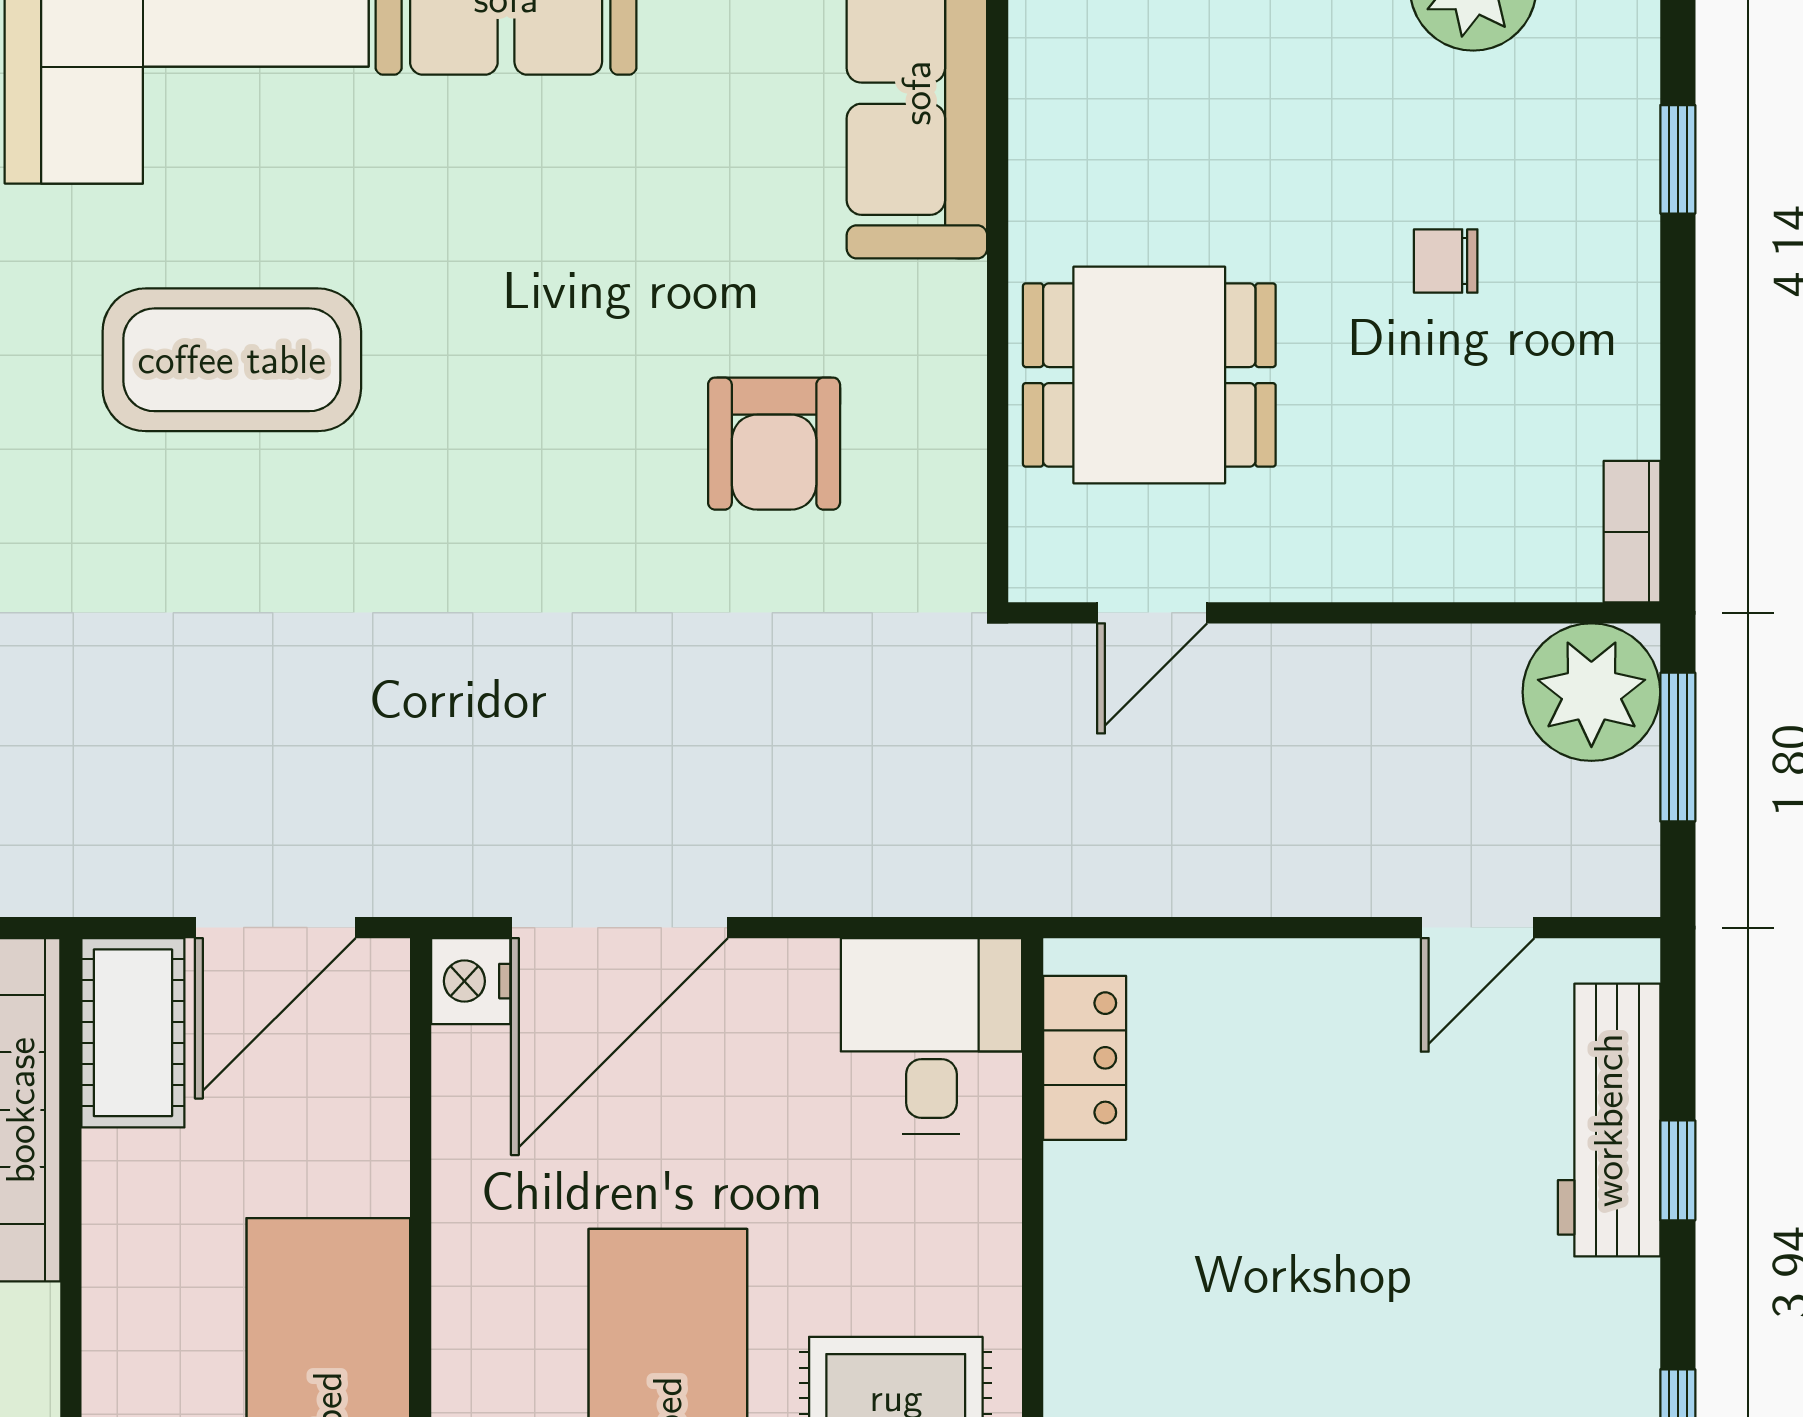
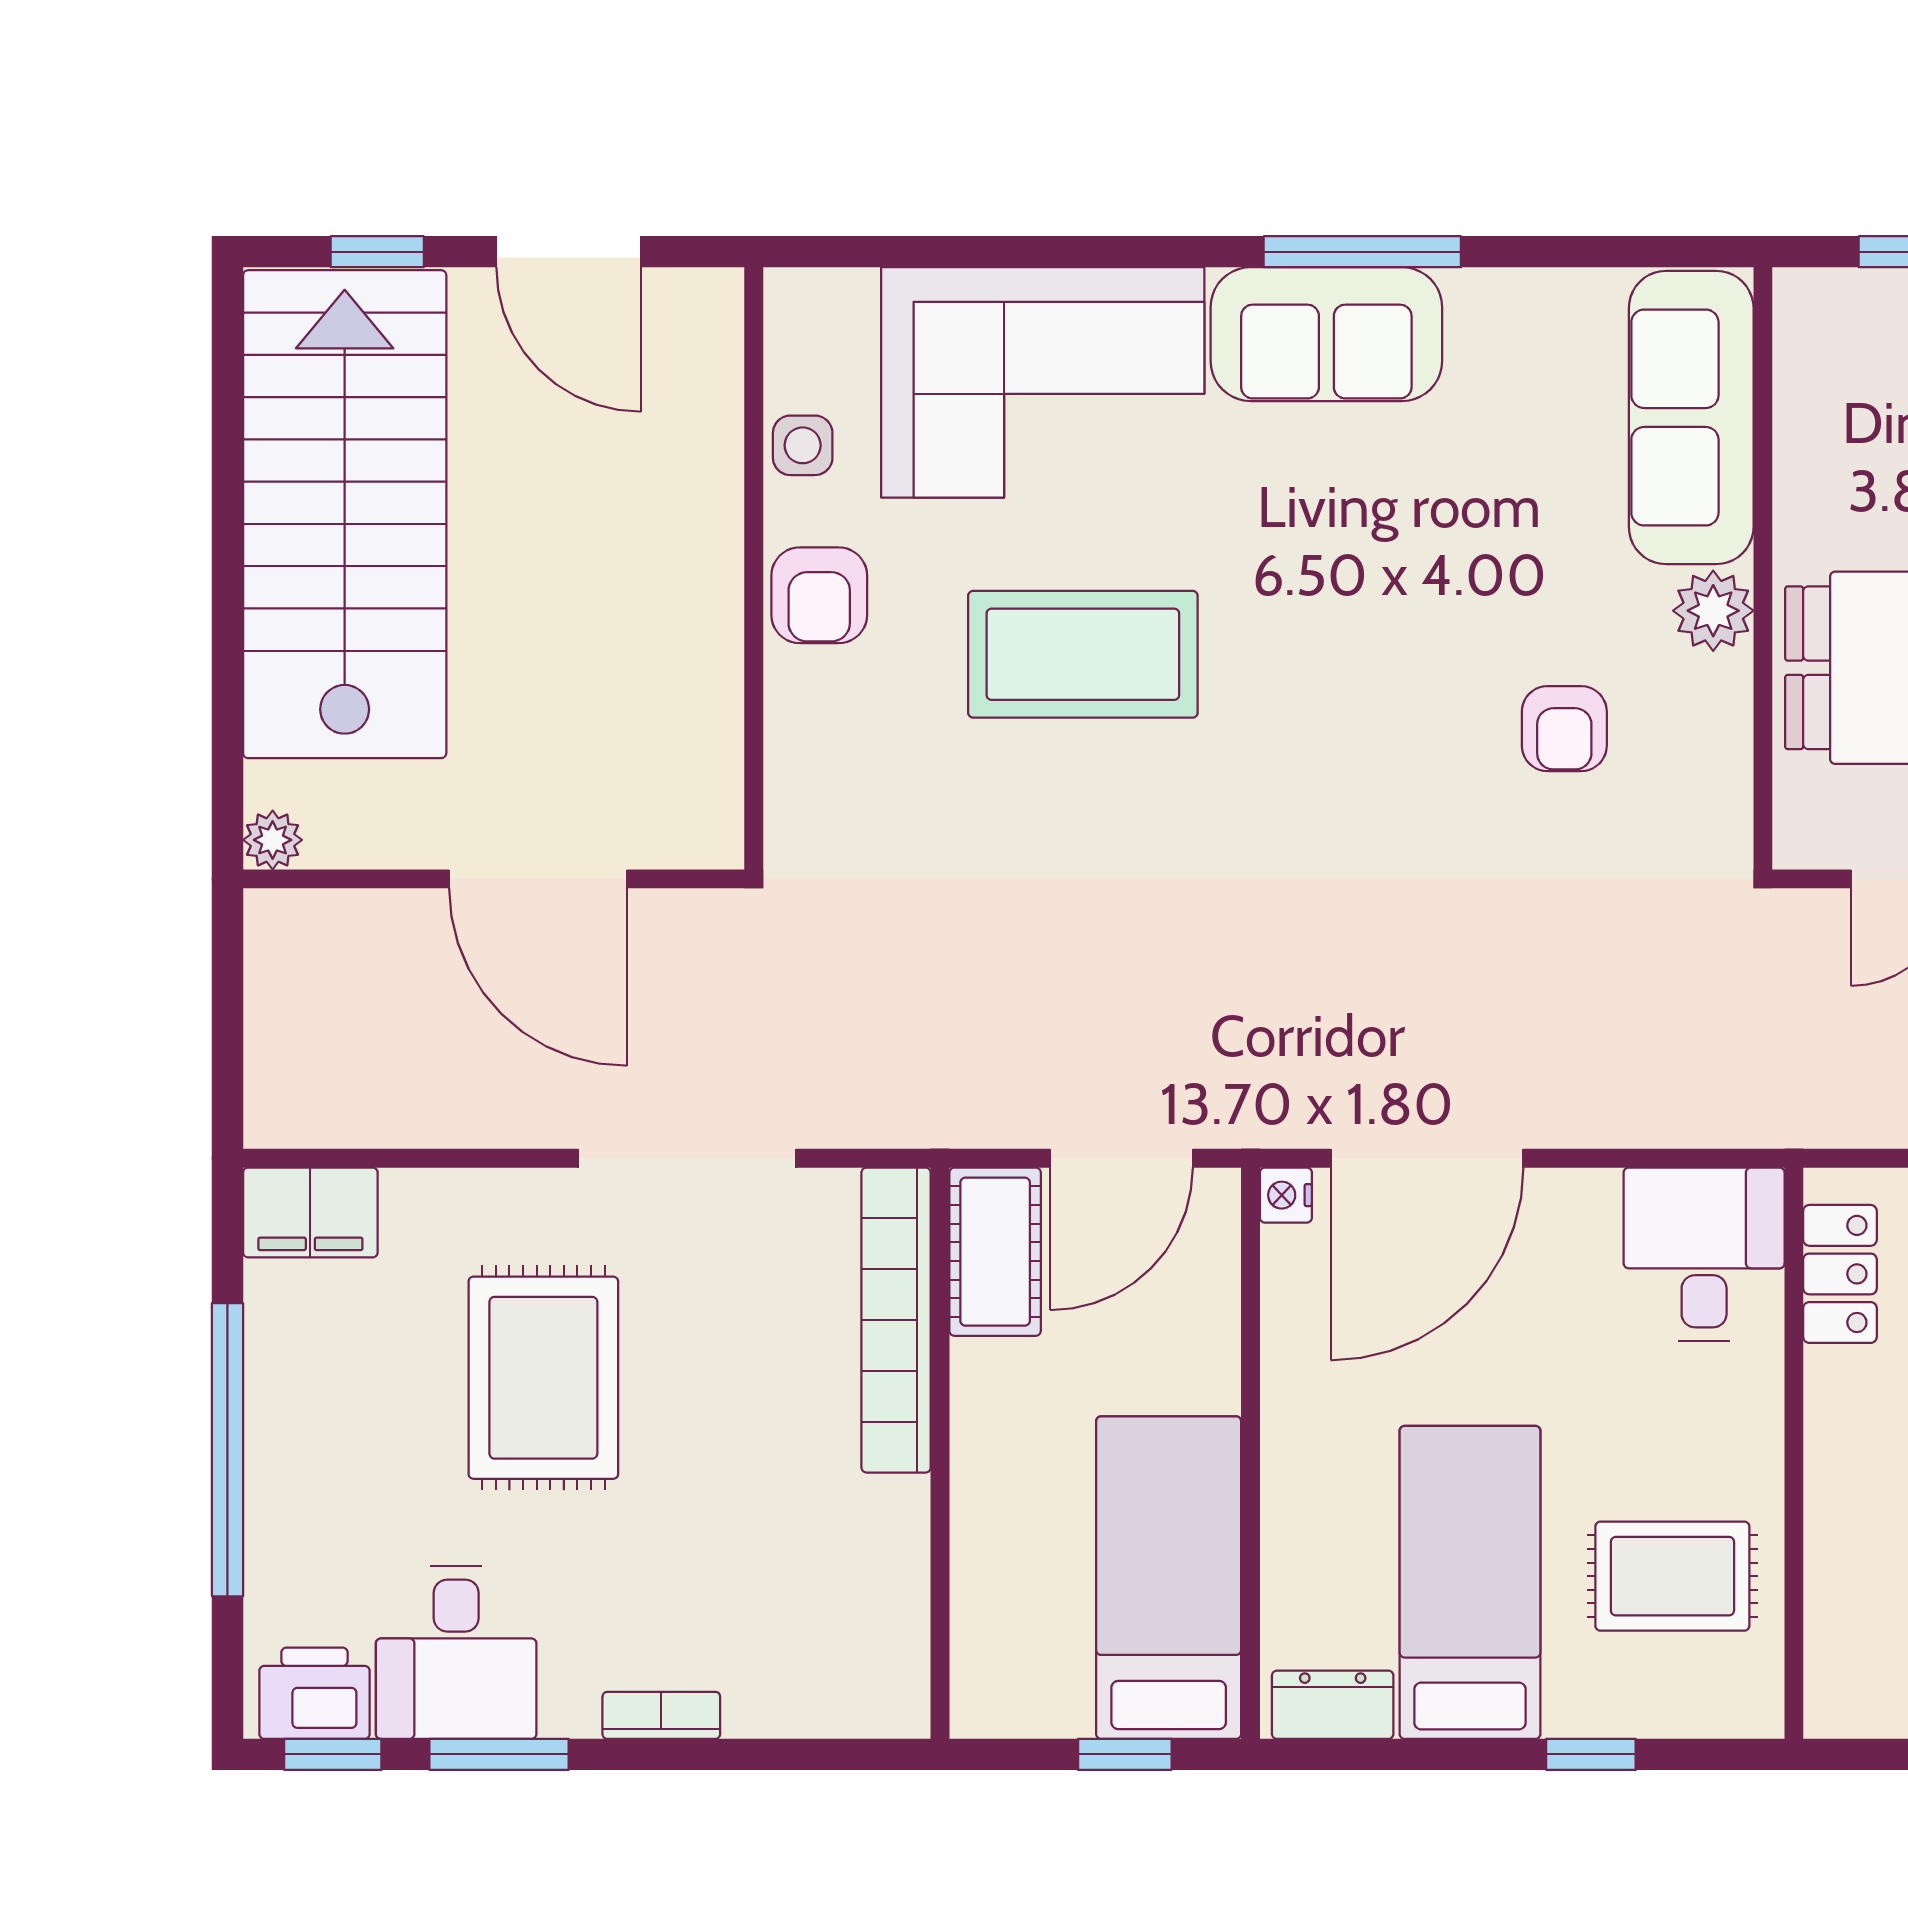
plant: (942, 311) -> (1713, 611), added
armchair: (774, 444) -> (1564, 729), width x0.72, depth x0.72
nightstand: (471, 981) -> (1286, 1195), width x0.72, depth x0.74

